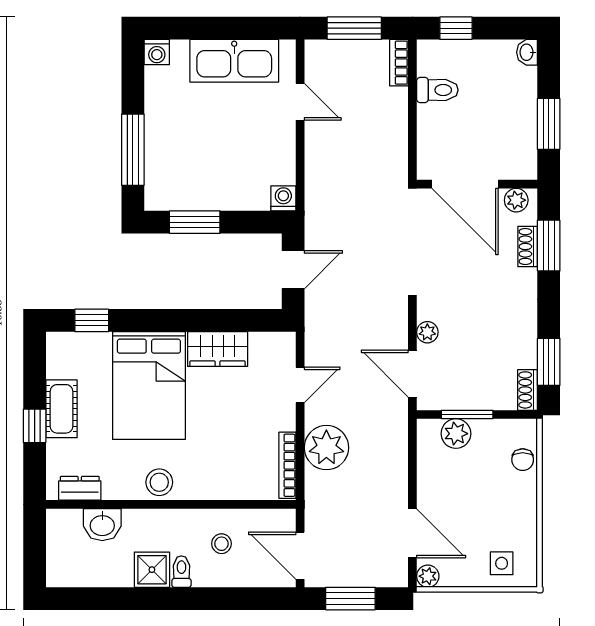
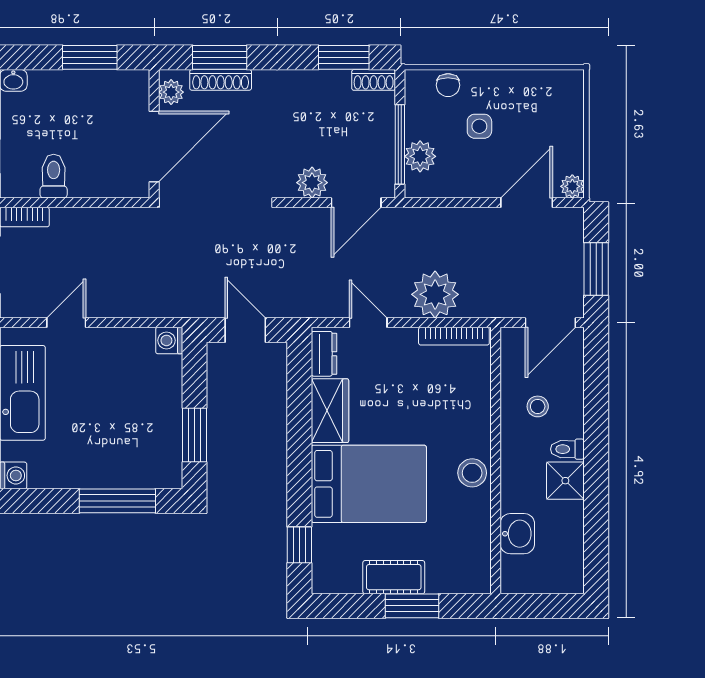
shoe rack: (528, 247) -> (221, 80), width x1.43
plant: (427, 332) -> (312, 183), width x1.38, depth x1.38
window: (467, 414) -> (400, 144), width x1.44
window: (35, 426) -> (412, 606), width x1.50
chair: (523, 460) -> (448, 85), turned 90
dresser: (80, 488) -> (324, 354), moved, turned 180
side table: (502, 563) -> (479, 126), moved

